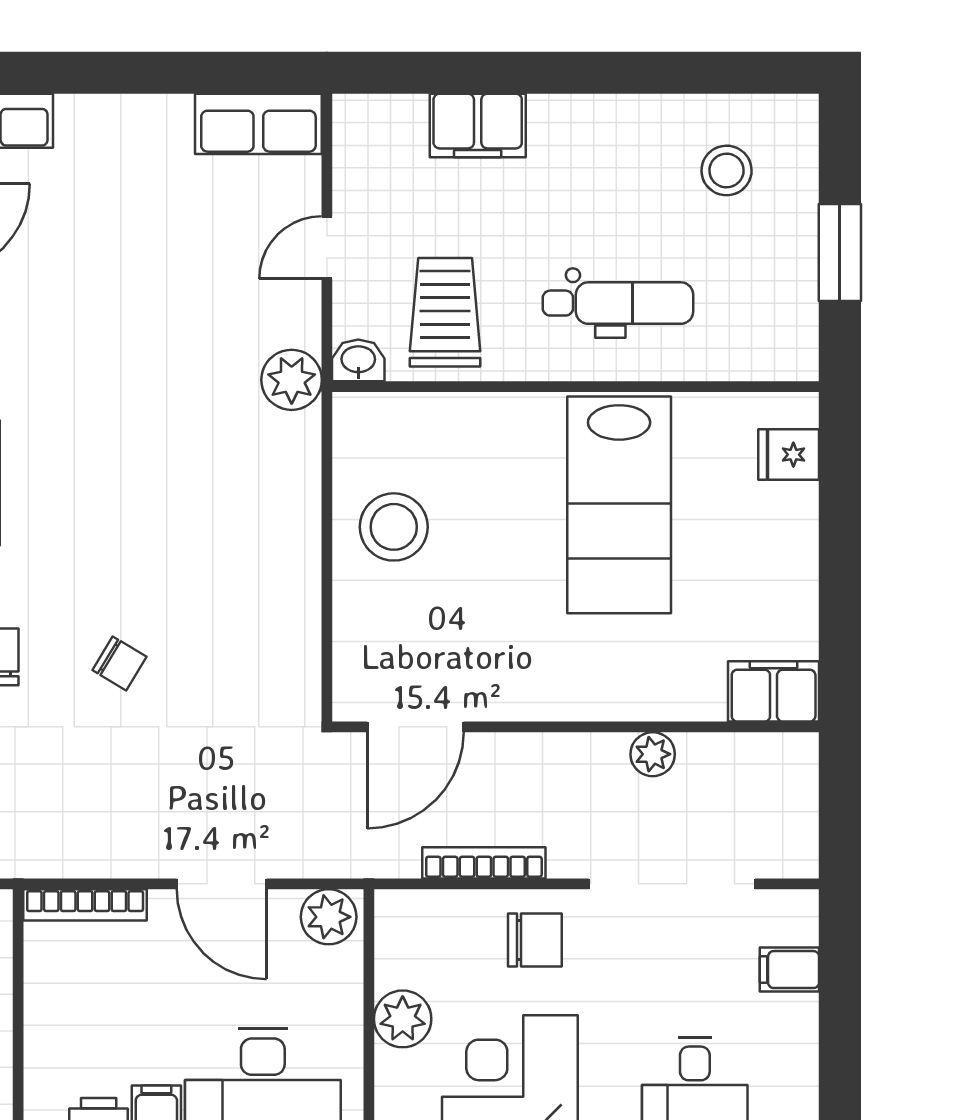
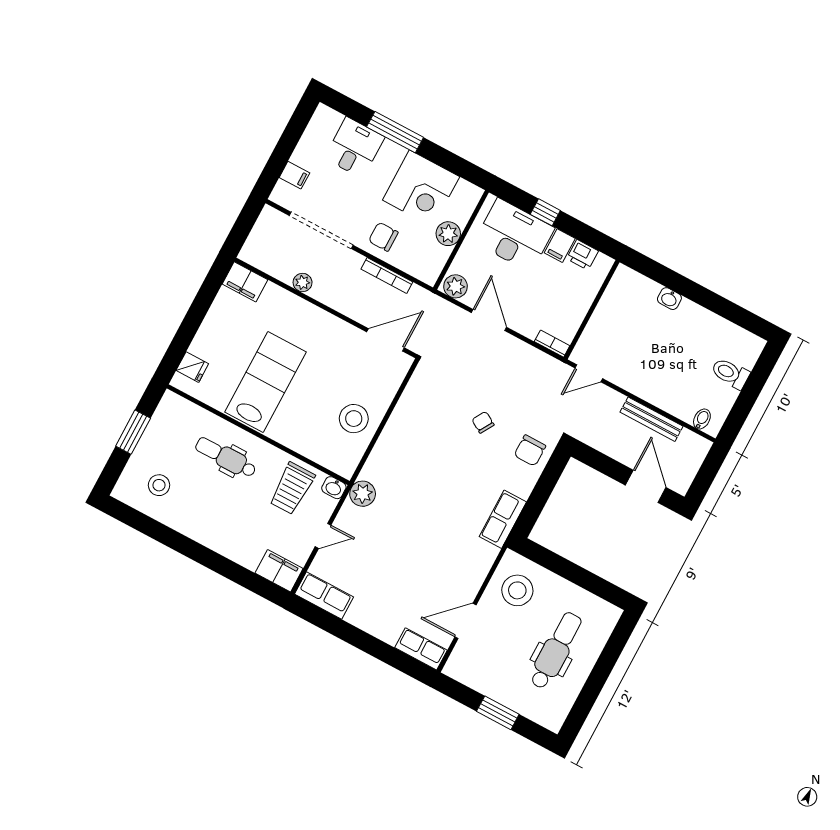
filing cabinet: (478, 126) -> (279, 571), moved
bookcase: (85, 905) -> (552, 344), width x0.64

